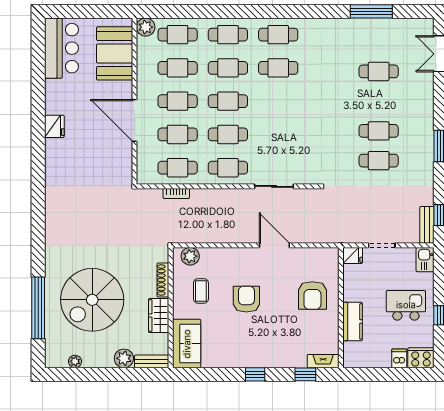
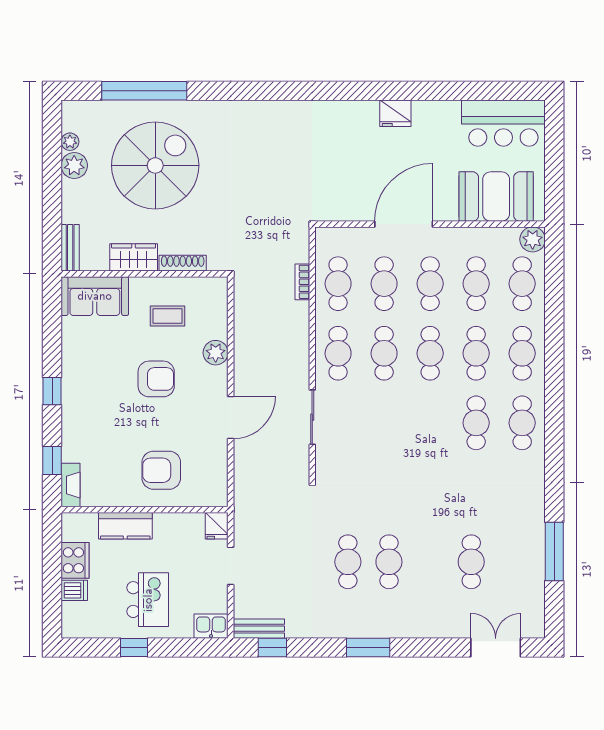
plant: (190, 256) -> (216, 353), moved
spiral stairs: (92, 300) -> (155, 165), turned 90
plant: (124, 358) -> (74, 165), moved
cooker: (421, 358) -> (75, 560), moved

